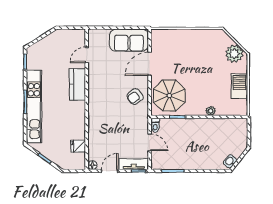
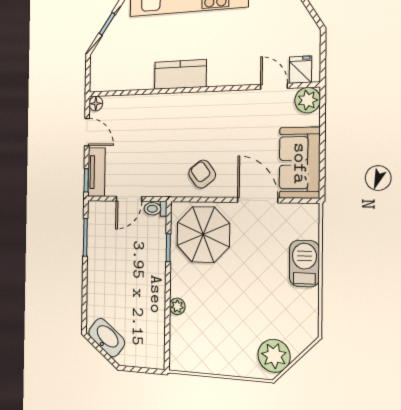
plant: (95, 36) -> (308, 100), added
kitchen counter: (77, 84) -> (180, 74), moved
barbecue: (239, 86) -> (304, 264), moved, turned -90
fridge: (78, 146) -> (300, 70), moved
washbasin: (230, 161) -> (107, 338), width x1.91, depth x1.45

